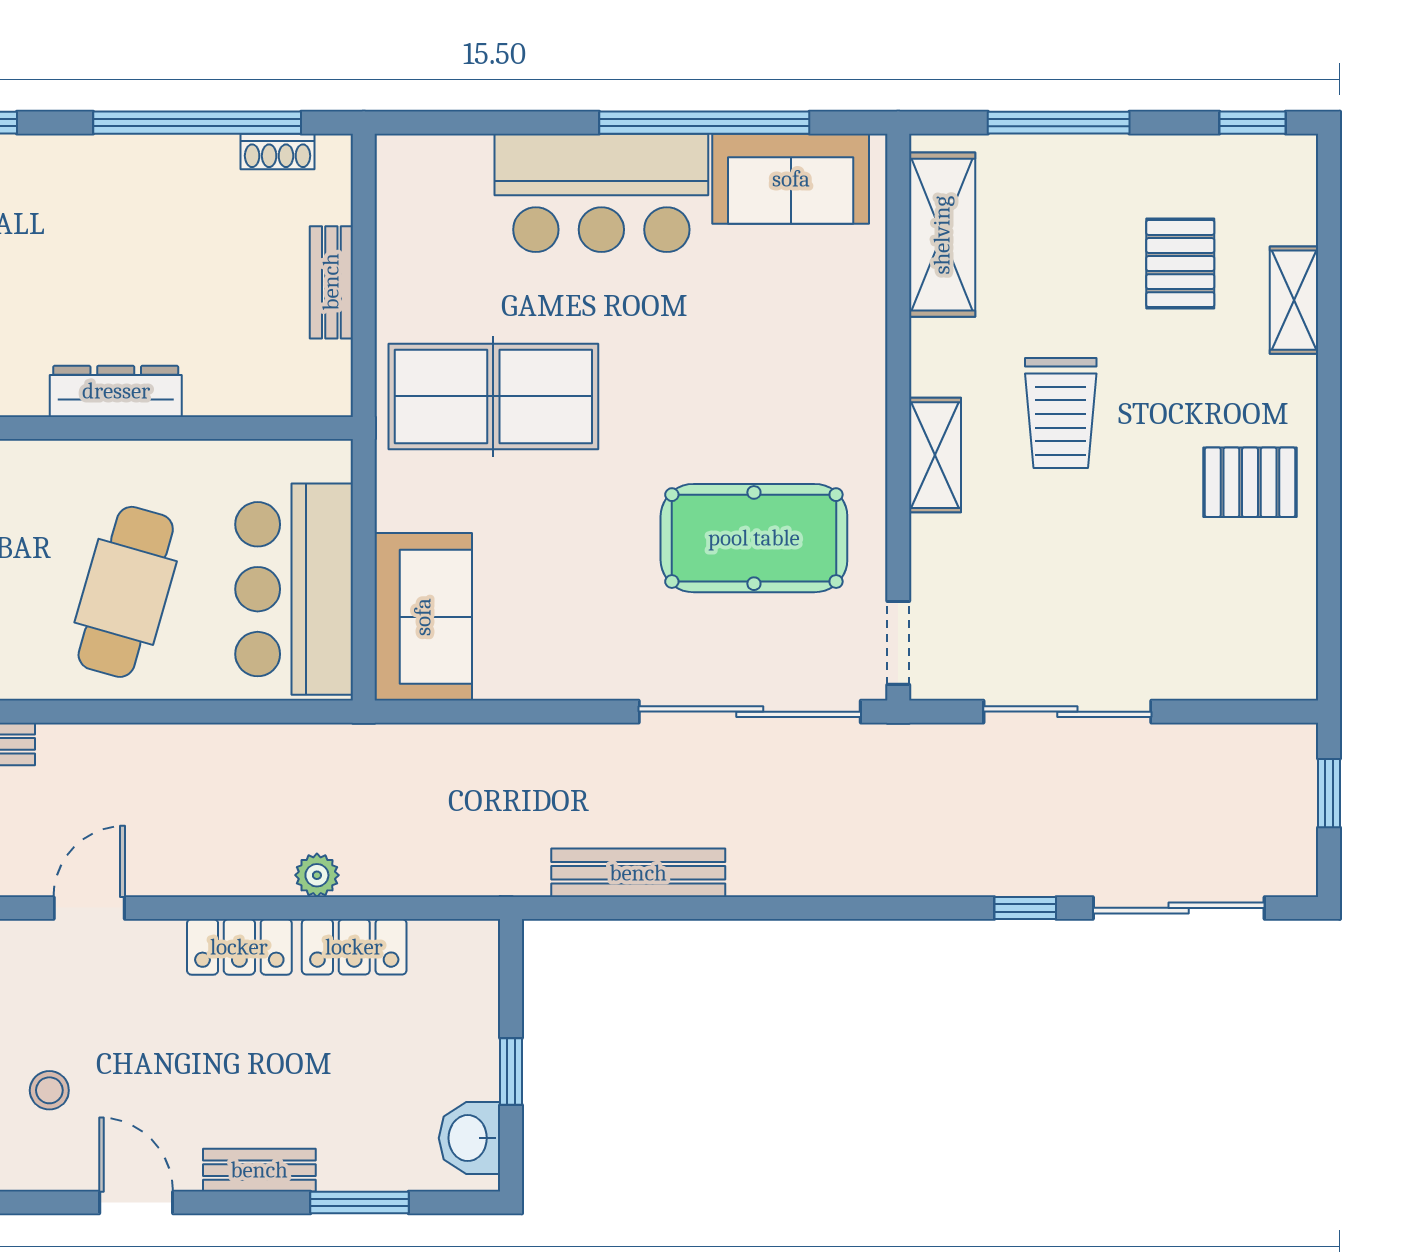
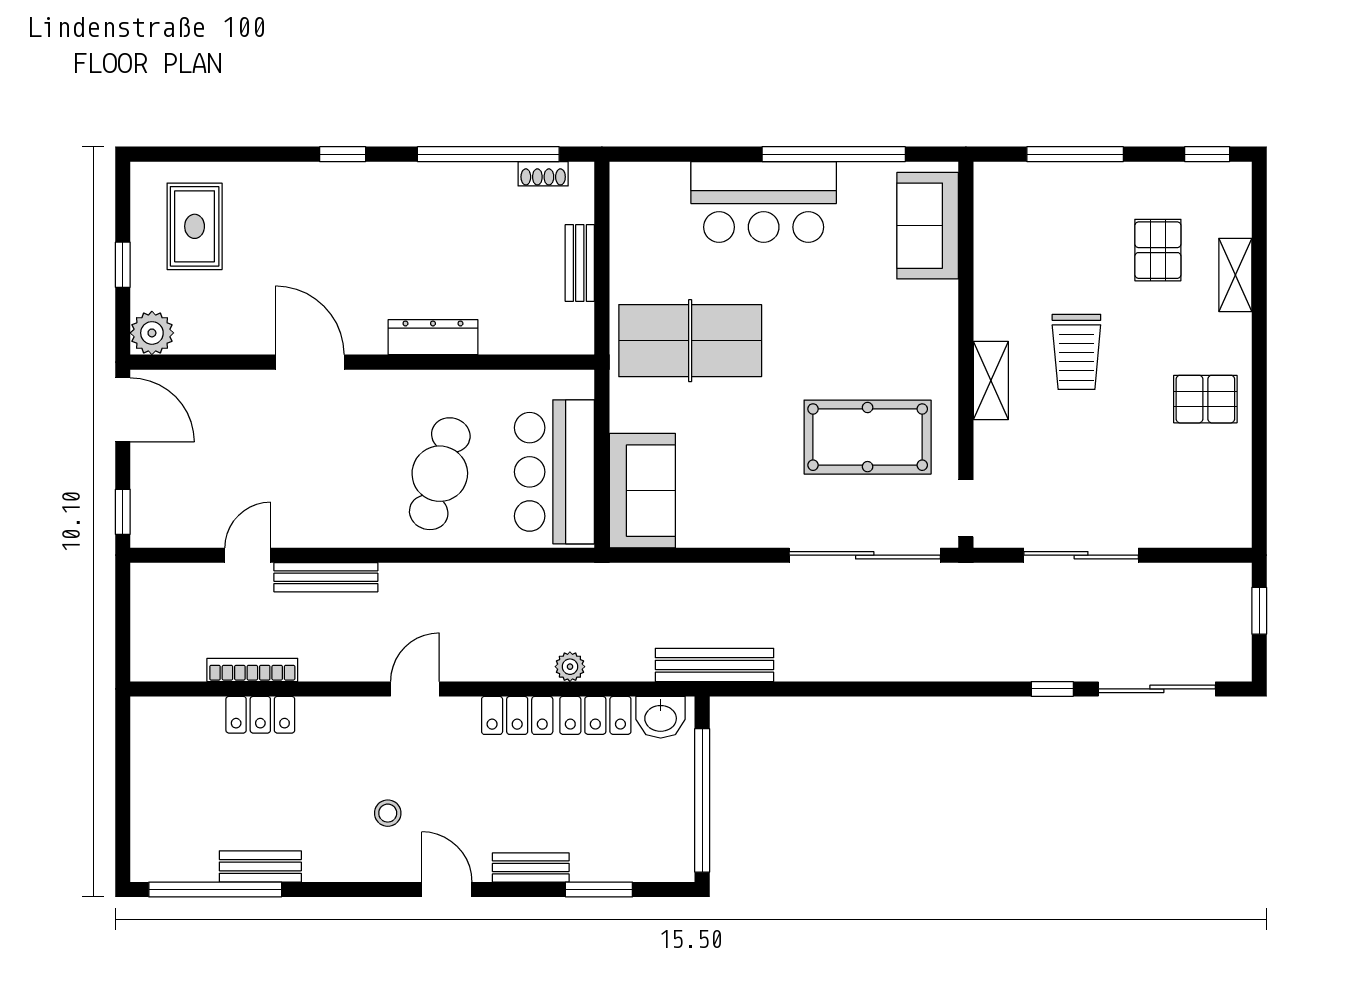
sofa: (791, 179) -> (928, 226), moved, turned 90
shelving: (942, 235) -> (996, 230), removed
bench: (638, 873) -> (714, 665), moved
window: (511, 1071) -> (702, 800), width x3.17
washbasin: (470, 1138) -> (661, 717), moved, turned -90

